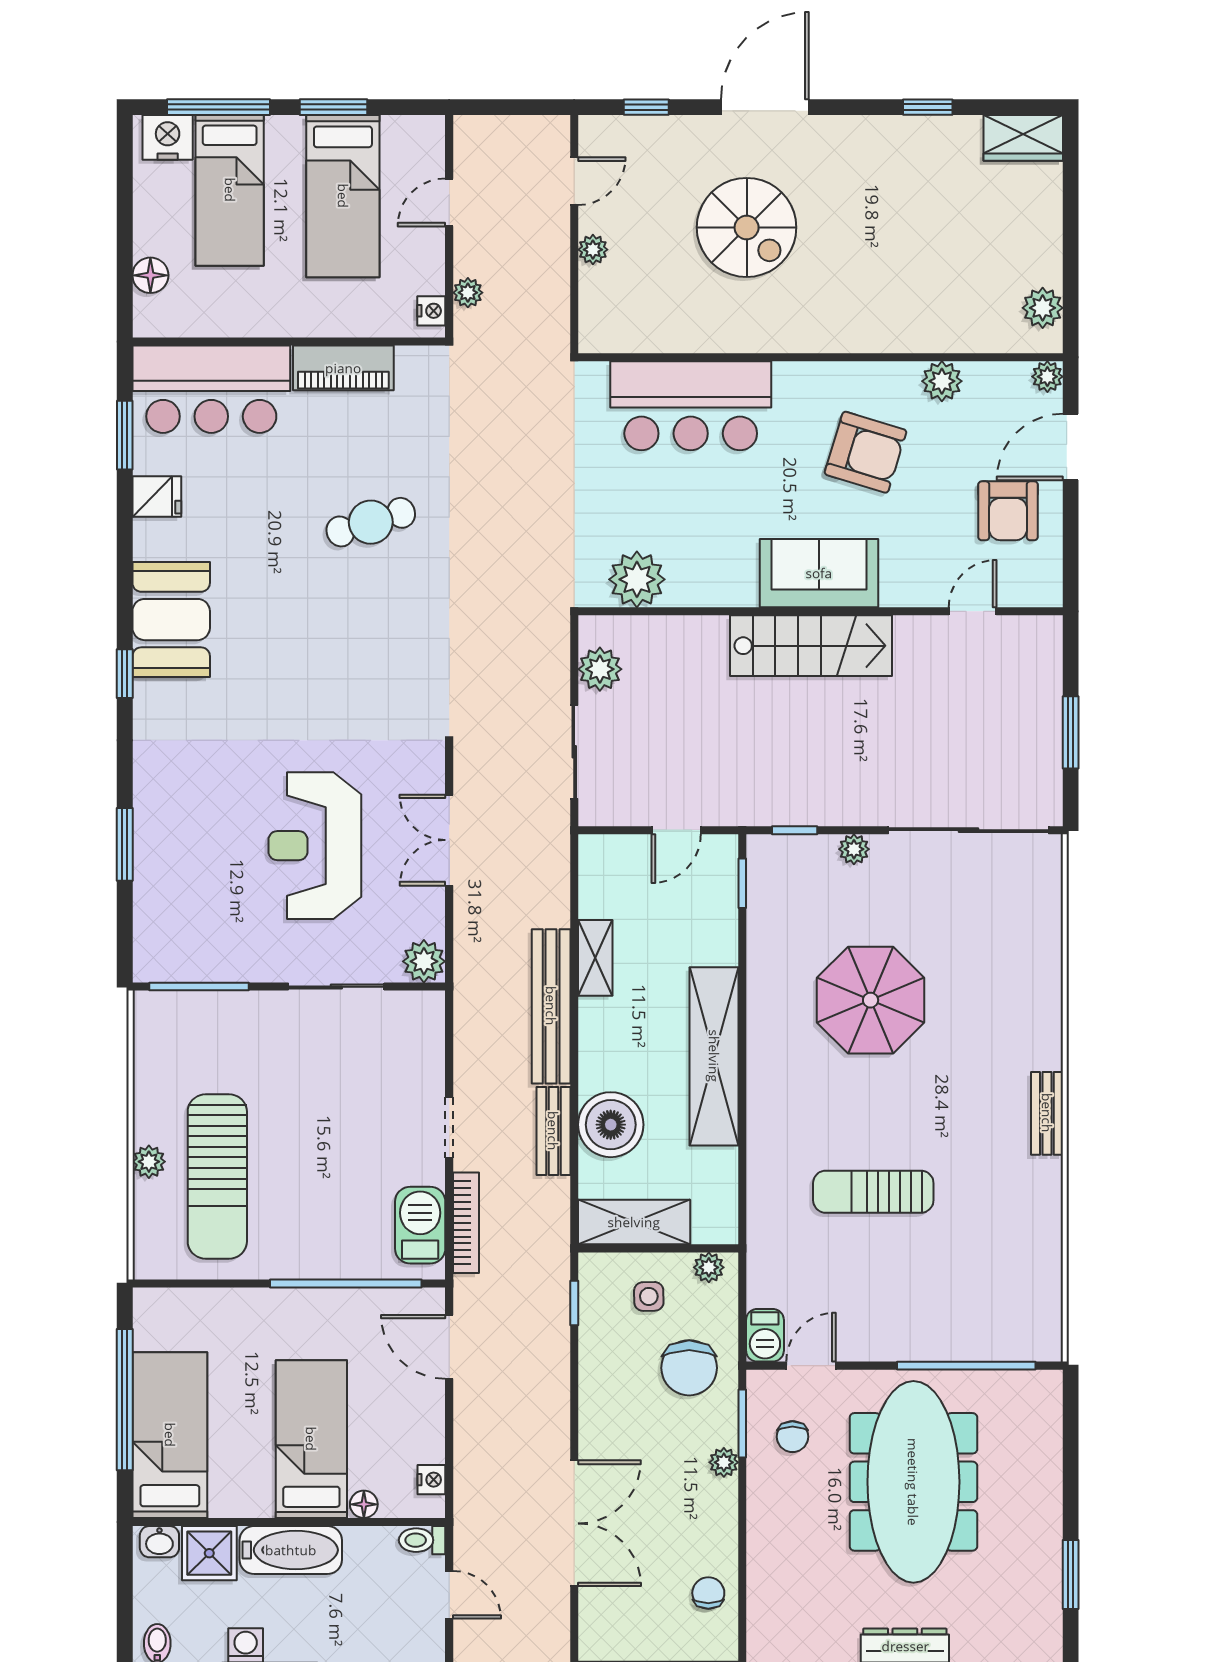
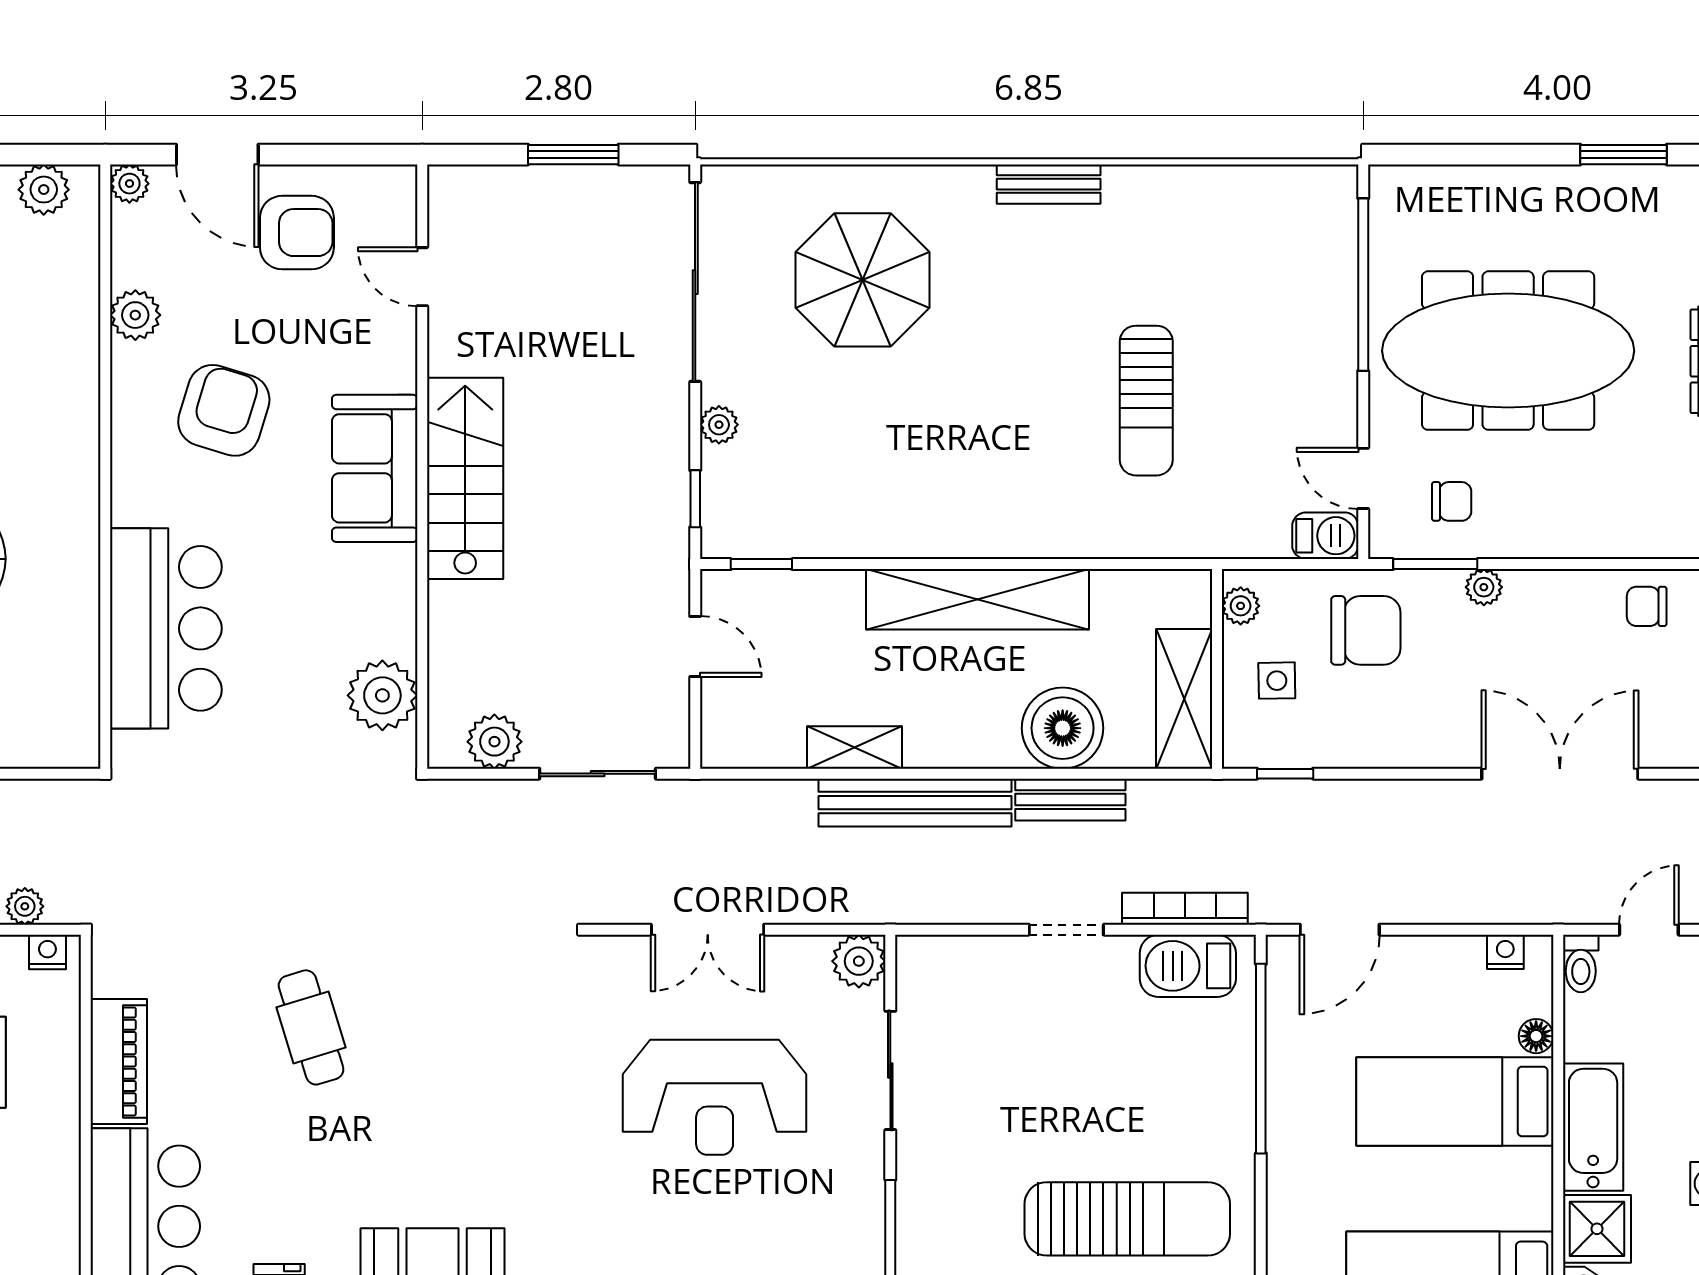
parasol: (871, 1000) -> (863, 280), moved

